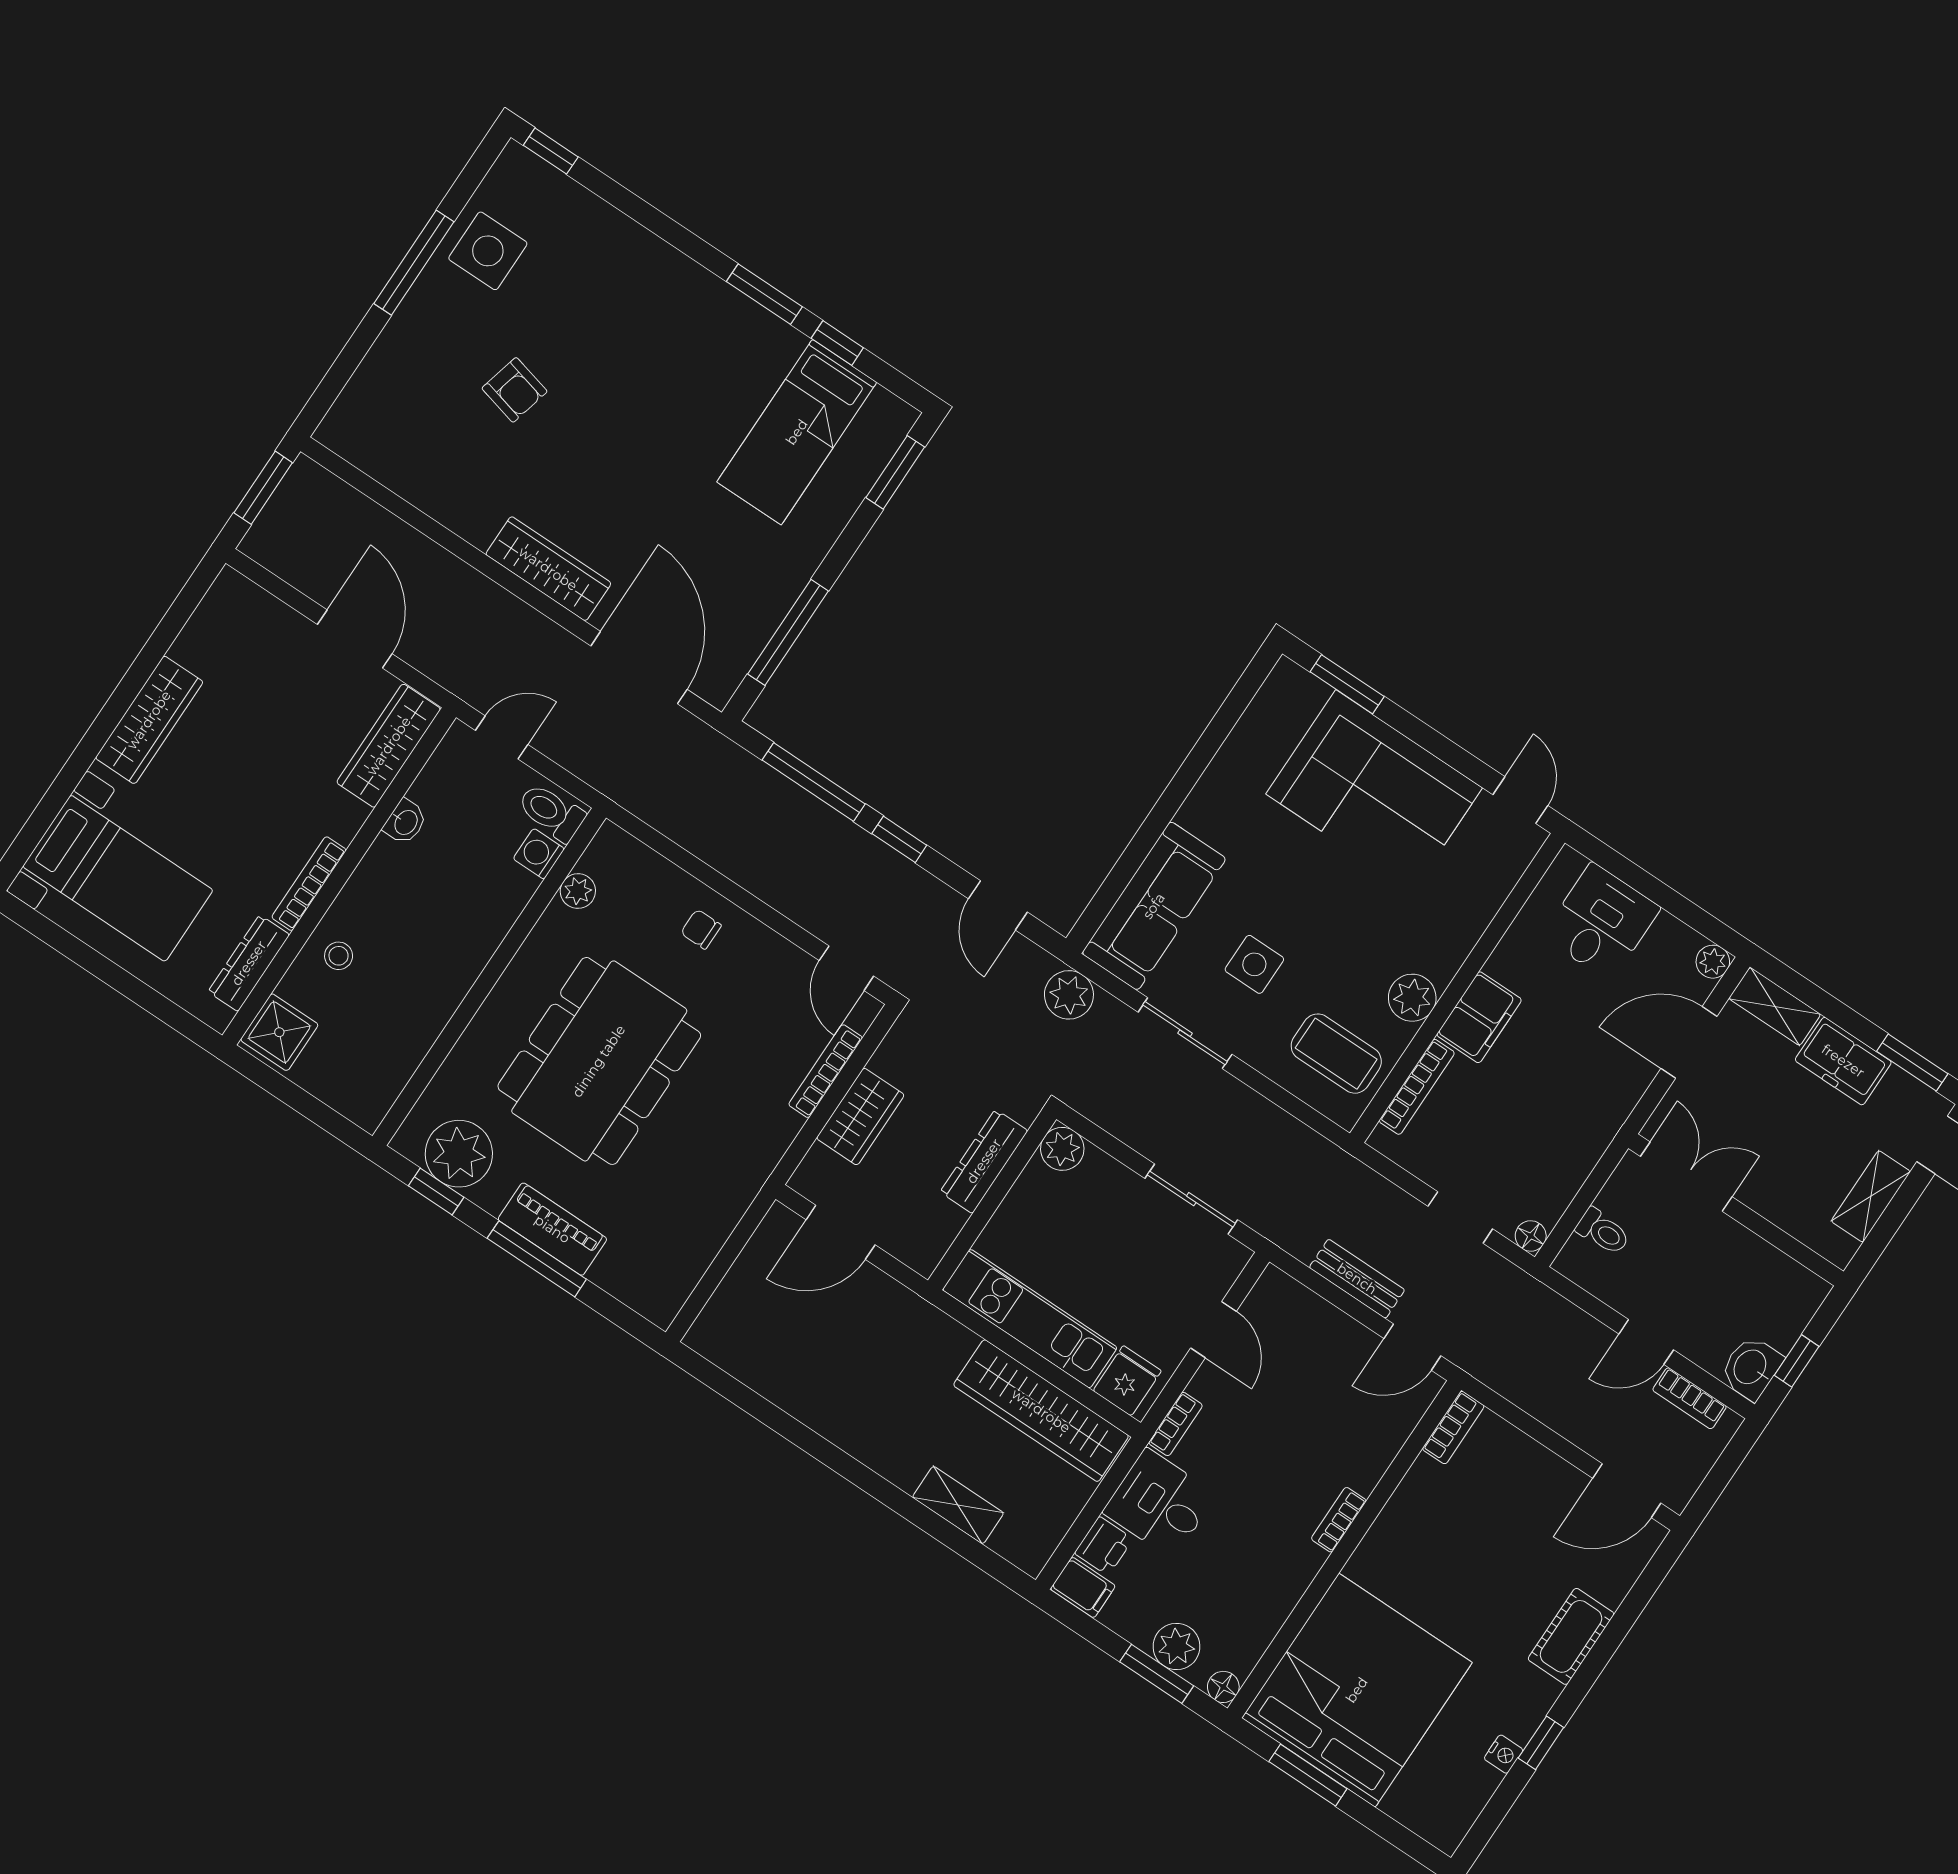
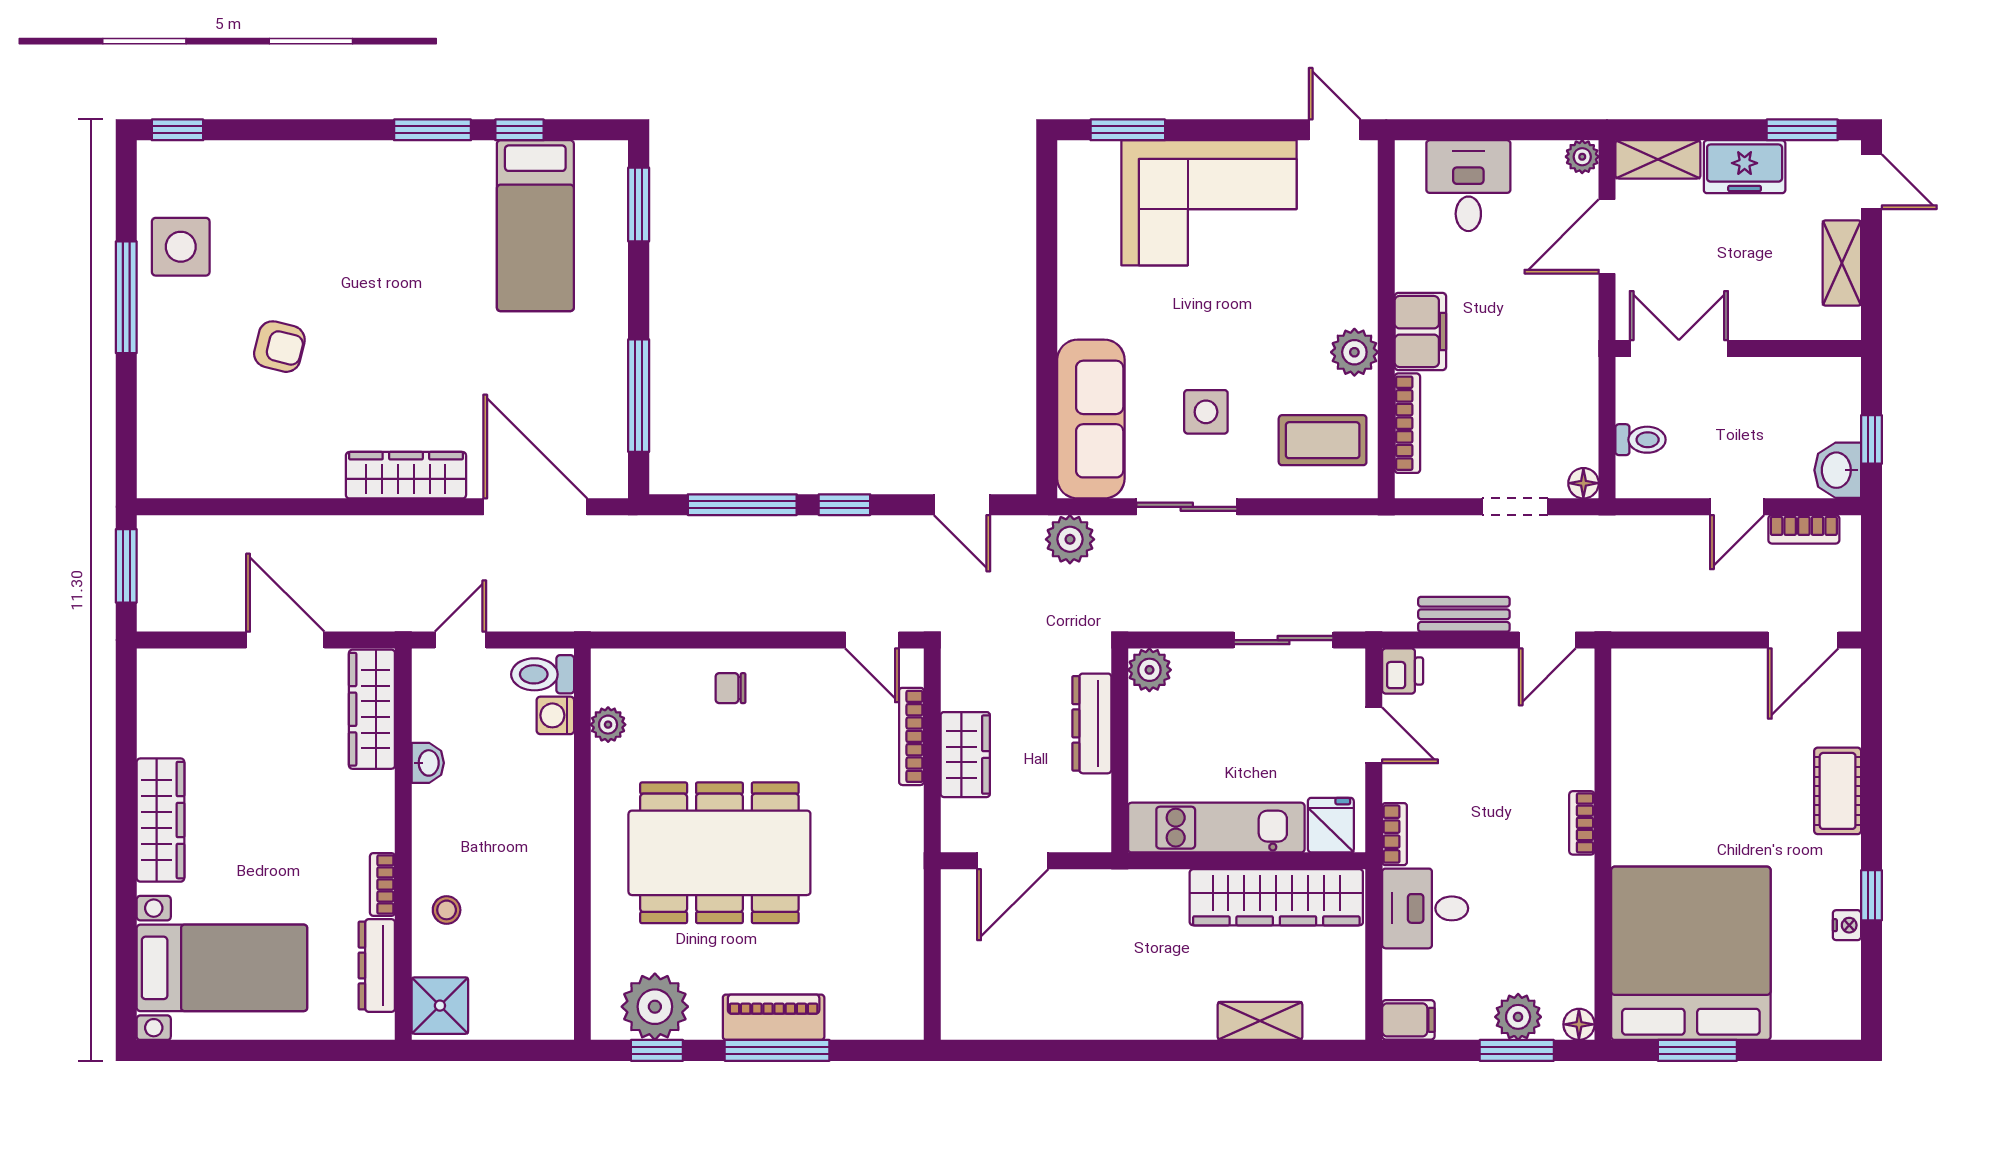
bookcase: (309, 884) -> (382, 884), width x0.64
dining table: (599, 1061) -> (719, 853), turned 90
bookcase: (1453, 1428) -> (1625, 684), removed
printer: (1104, 1546) -> (1403, 671), moved

